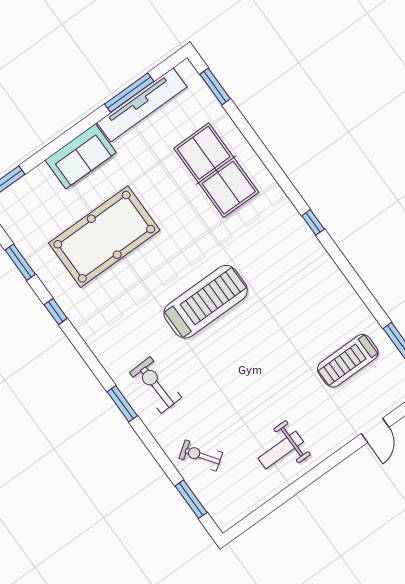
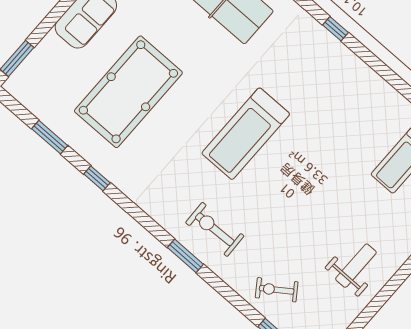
treadmill: (206, 302) -> (246, 134), turned 180
weight bench: (281, 450) -> (356, 266), turned 180

